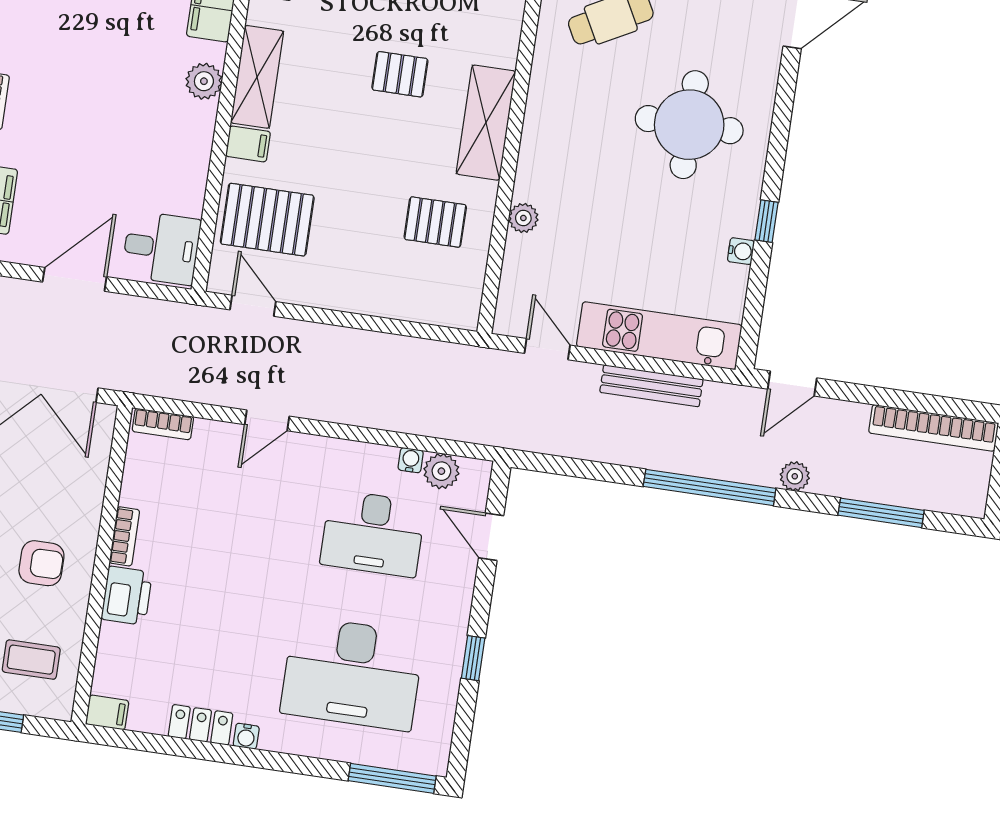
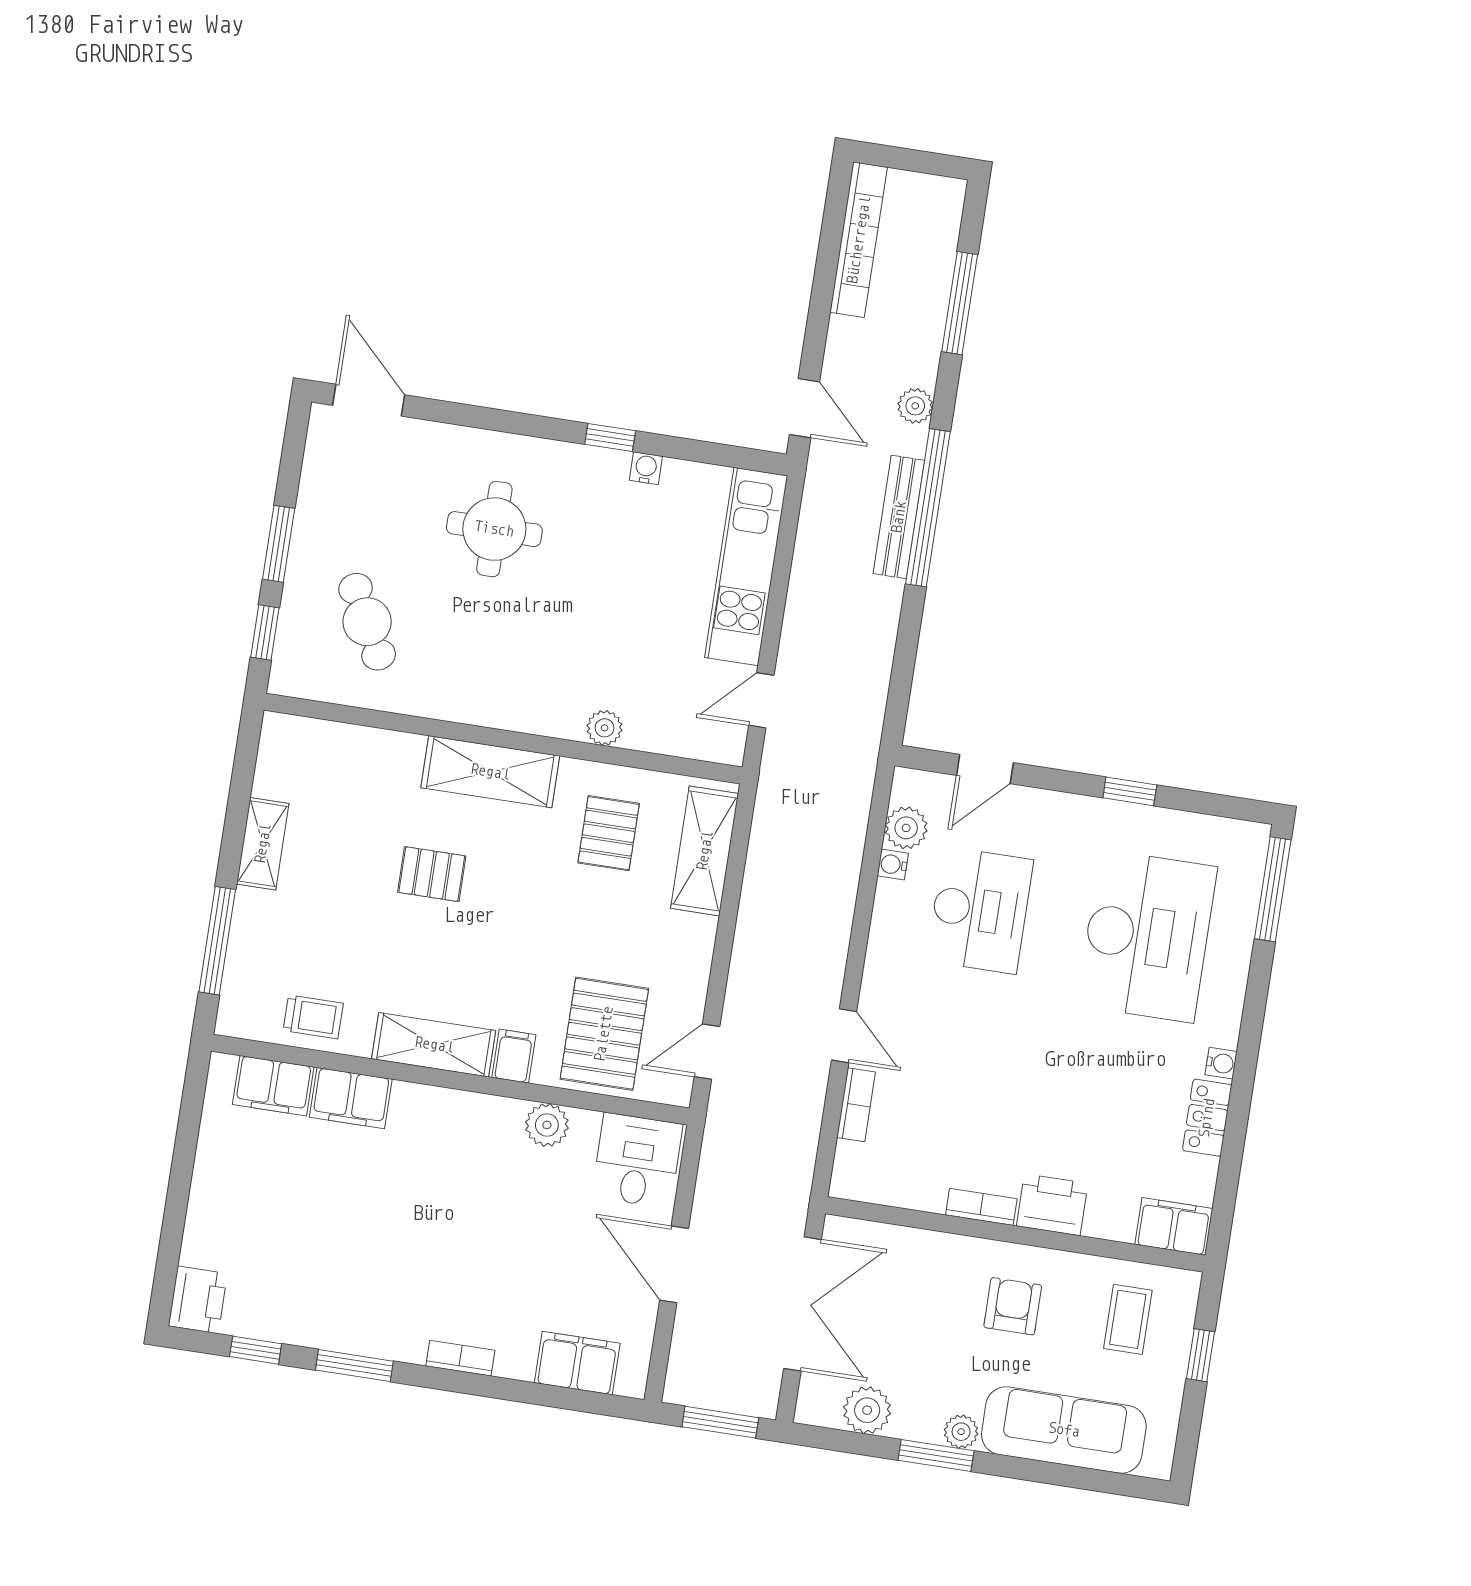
pallet: (400, 74) -> (432, 874), turned 90
plant: (204, 81) -> (547, 1125), moved
round table: (689, 125) -> (494, 529), width x0.73, depth x0.73
shelving: (421, 302) -> (705, 851), added
bench: (651, 386) -> (899, 517), moved
bookcase: (163, 424) -> (856, 1105), moved
filing cabinet: (107, 712) -> (1174, 1226), width x2.00

